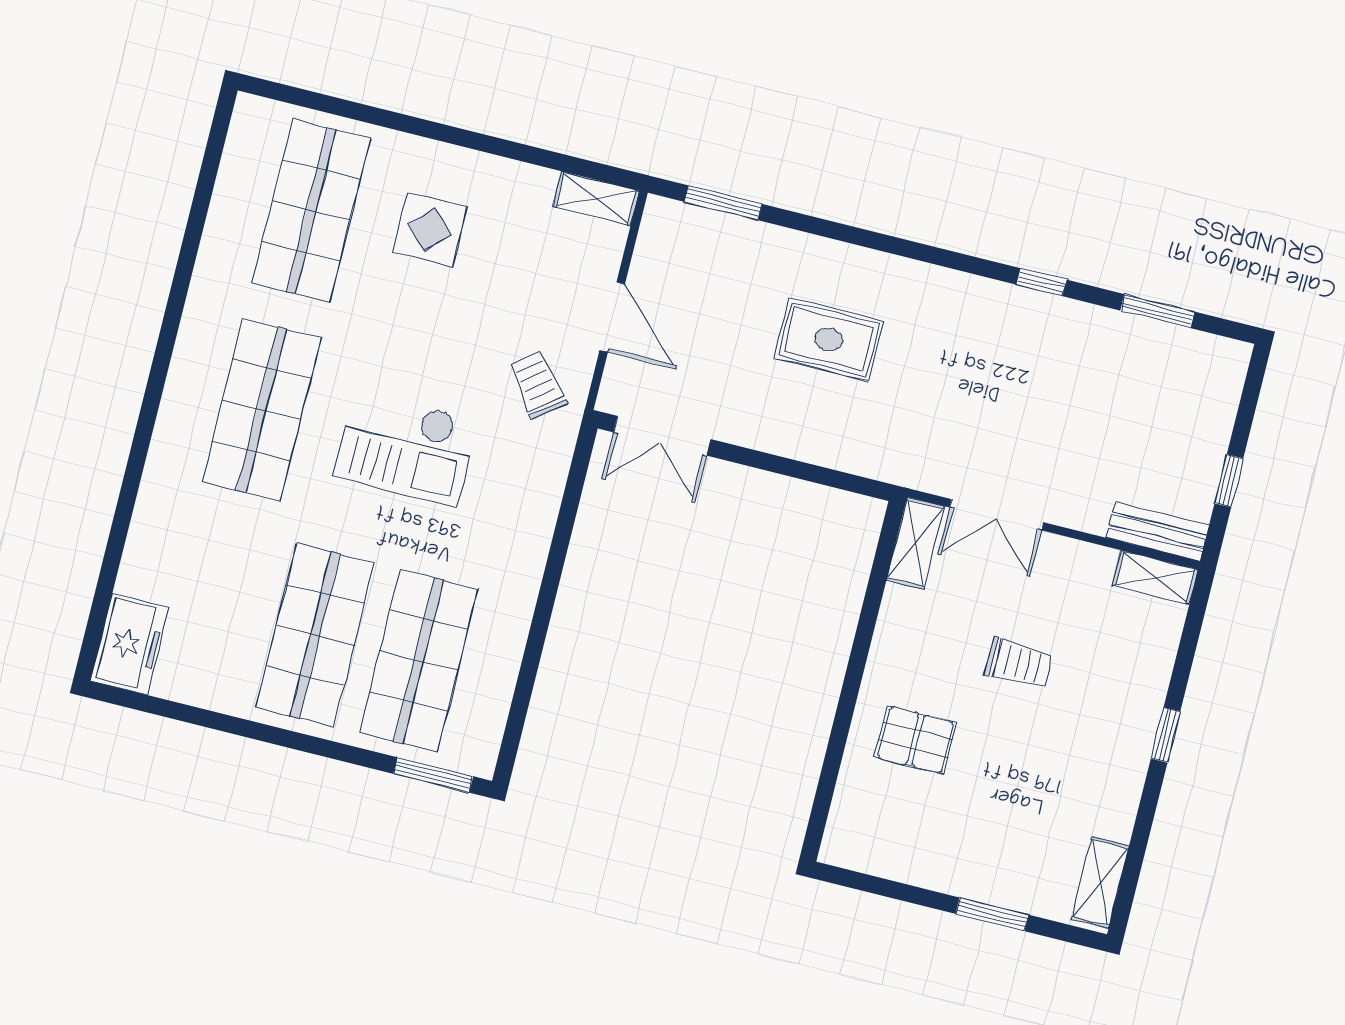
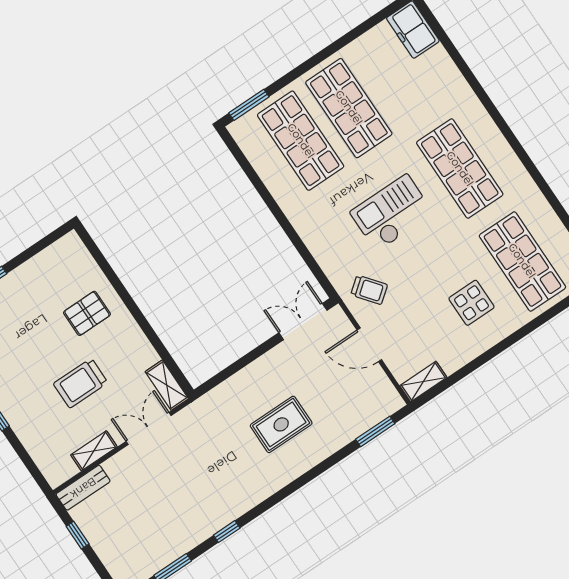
shelving: (1155, 577) -> (94, 451), moved
trolley: (1018, 663) -> (80, 383), width x1.36, depth x1.39

